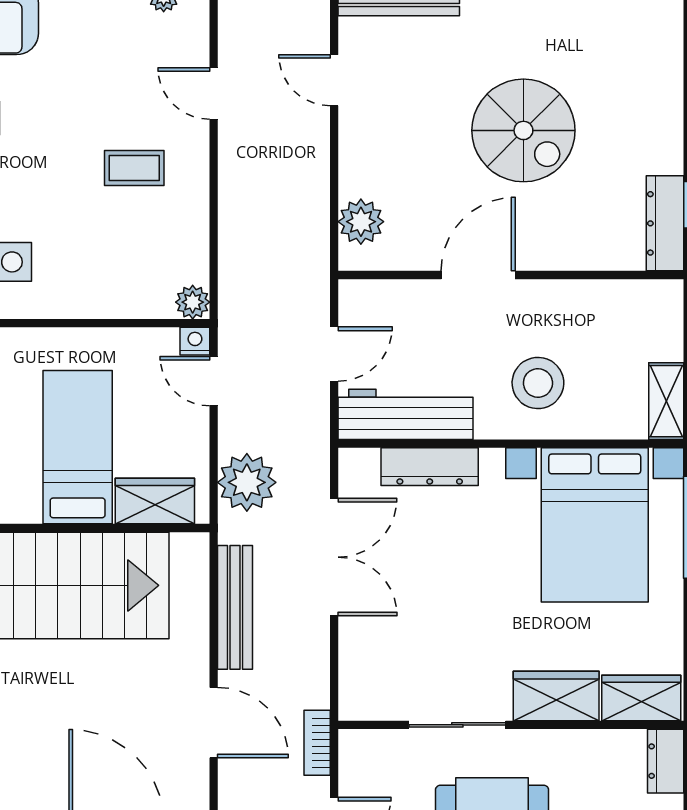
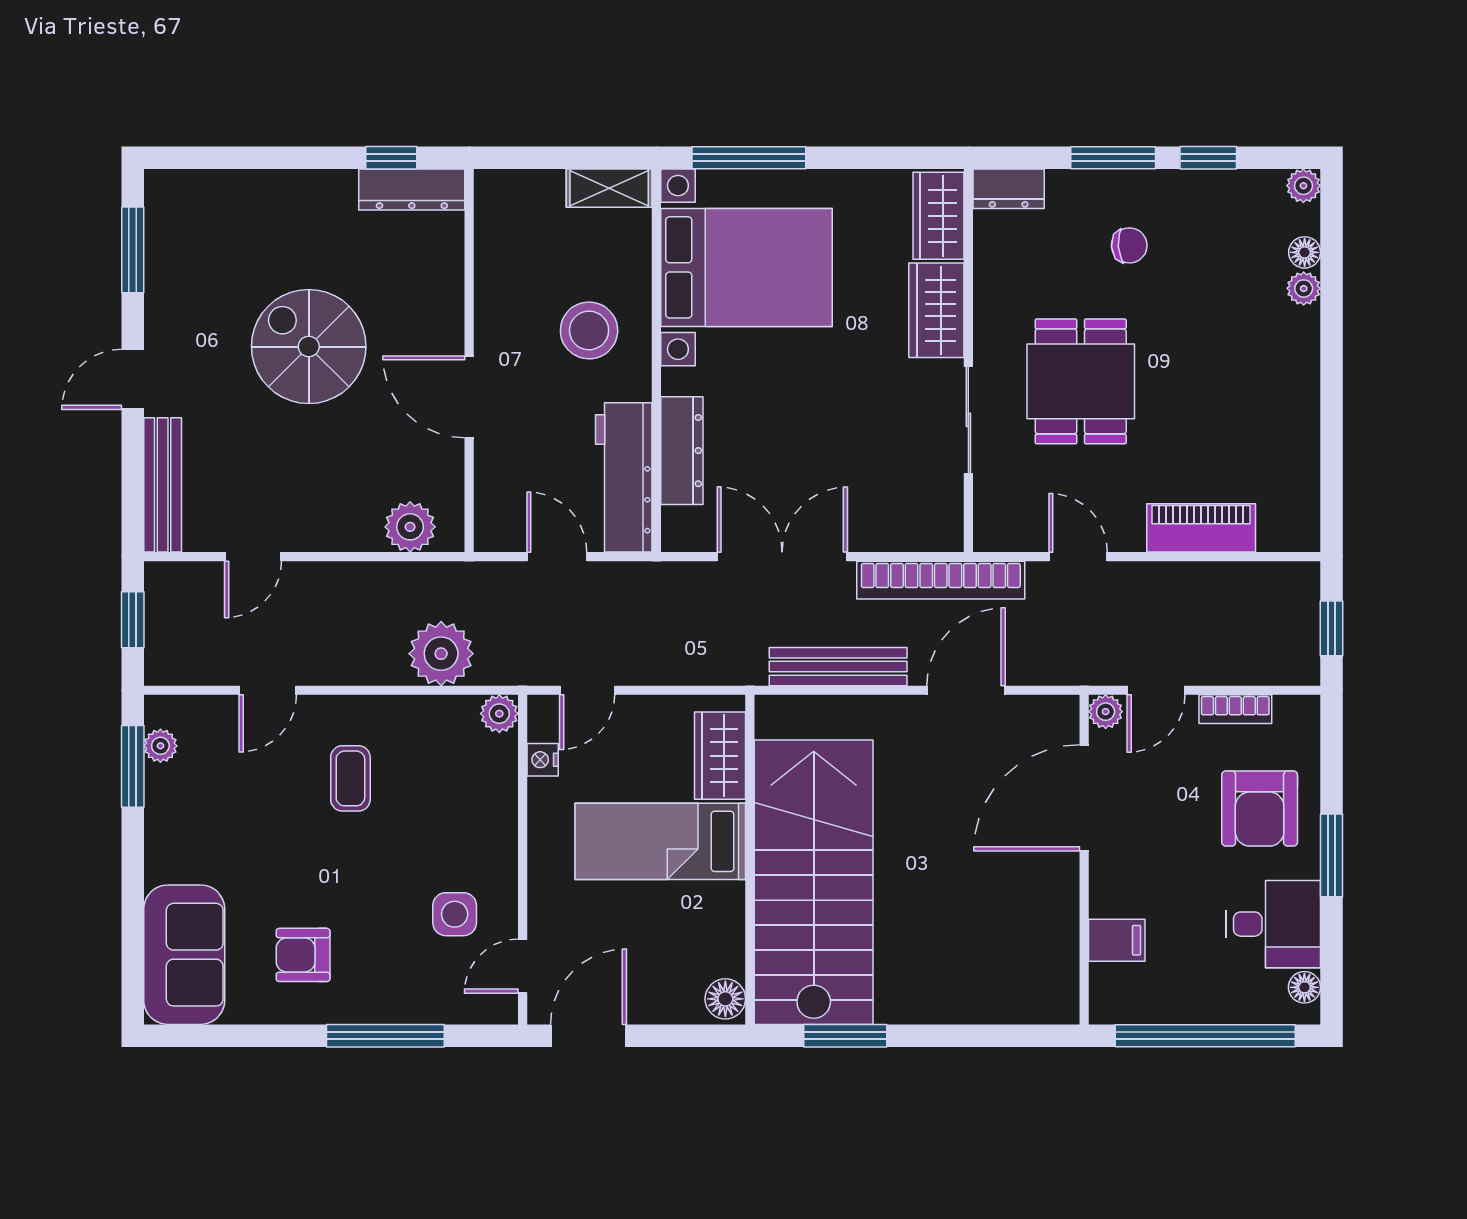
spiral stairs: (523, 130) -> (309, 347), turned -90
nightstand: (195, 341) -> (543, 760), moved
plant: (247, 482) -> (441, 654), moved
bookcase: (317, 743) -> (941, 580), width x2.31, depth x1.31

